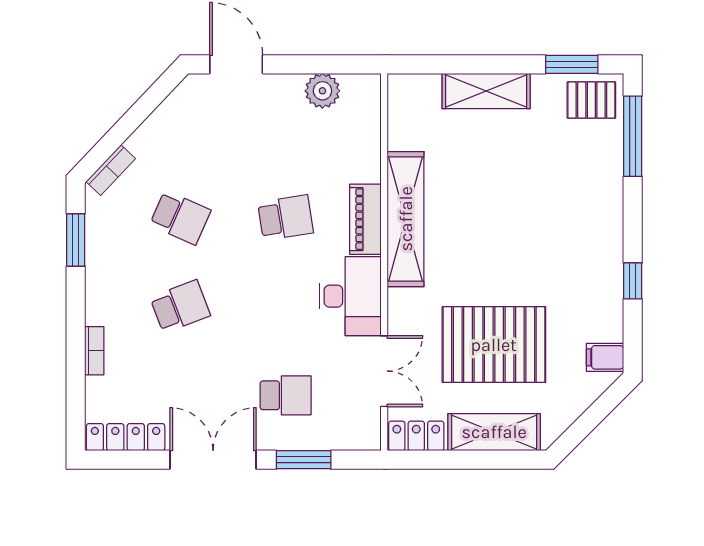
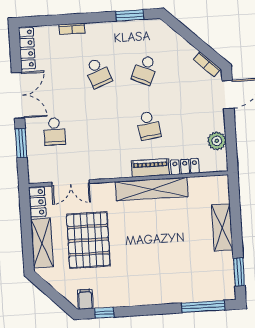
pallet: (591, 100) -> (221, 283), removed
locker: (367, 154) -> (185, 167), added
bookcase: (111, 170) -> (207, 64), moved
window: (633, 281) -> (104, 313), moved
desk: (350, 296) -> (109, 162), removed

